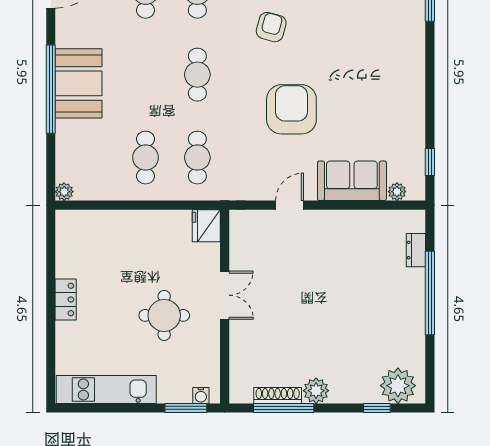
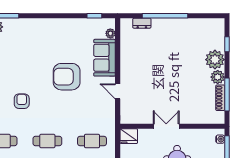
armchair: (271, 27) -> (22, 101), turned 75
armchair: (291, 109) -> (67, 77), moved
plant: (398, 386) -> (215, 60), moved

